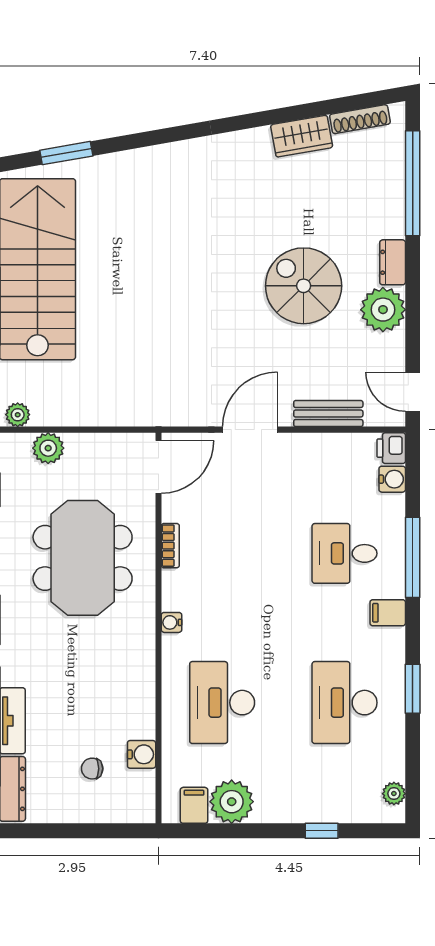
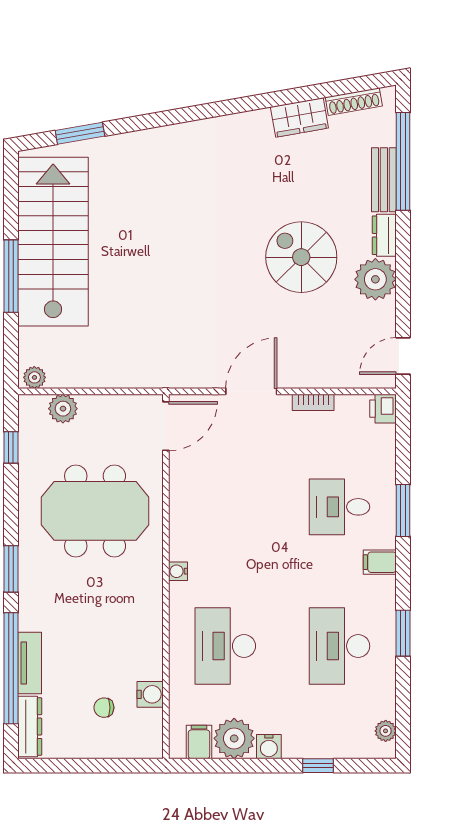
door: (413, 392) -> (403, 356), hinge flipped
bench: (328, 414) -> (384, 180), moved, turned 90
water cooler: (392, 479) -> (269, 747), moved, turned 90
bookcase: (170, 546) -> (313, 402), moved, turned 90
window: (413, 557) -> (403, 511), width x0.69
meeting table: (83, 558) -> (95, 511), turned 90

